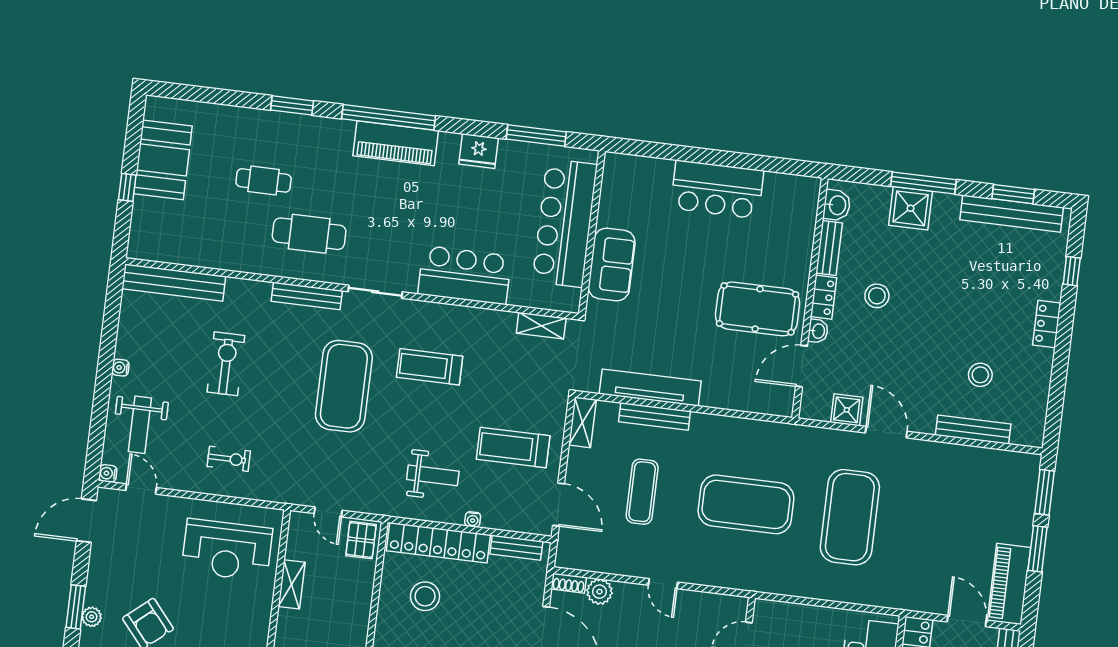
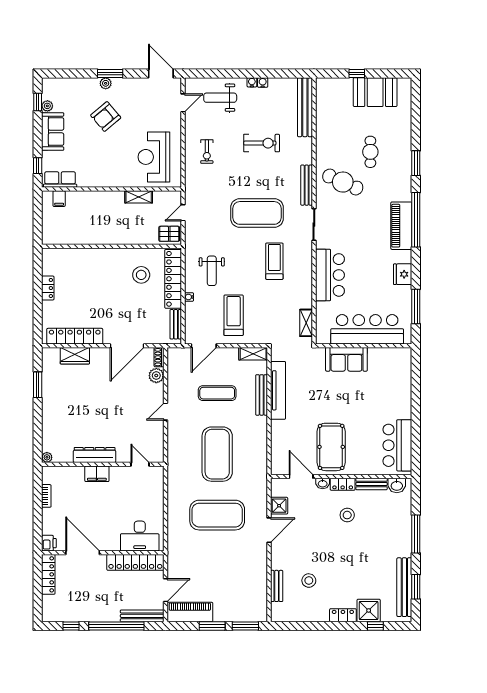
bar counter: (717, 189) -> (397, 445), moved
shower: (911, 208) -> (369, 610), moved
cafe table: (309, 234) -> (343, 182), turned -66
bench: (973, 430) -> (277, 586), width x0.73
water cooler: (108, 473) -> (263, 83), moved

